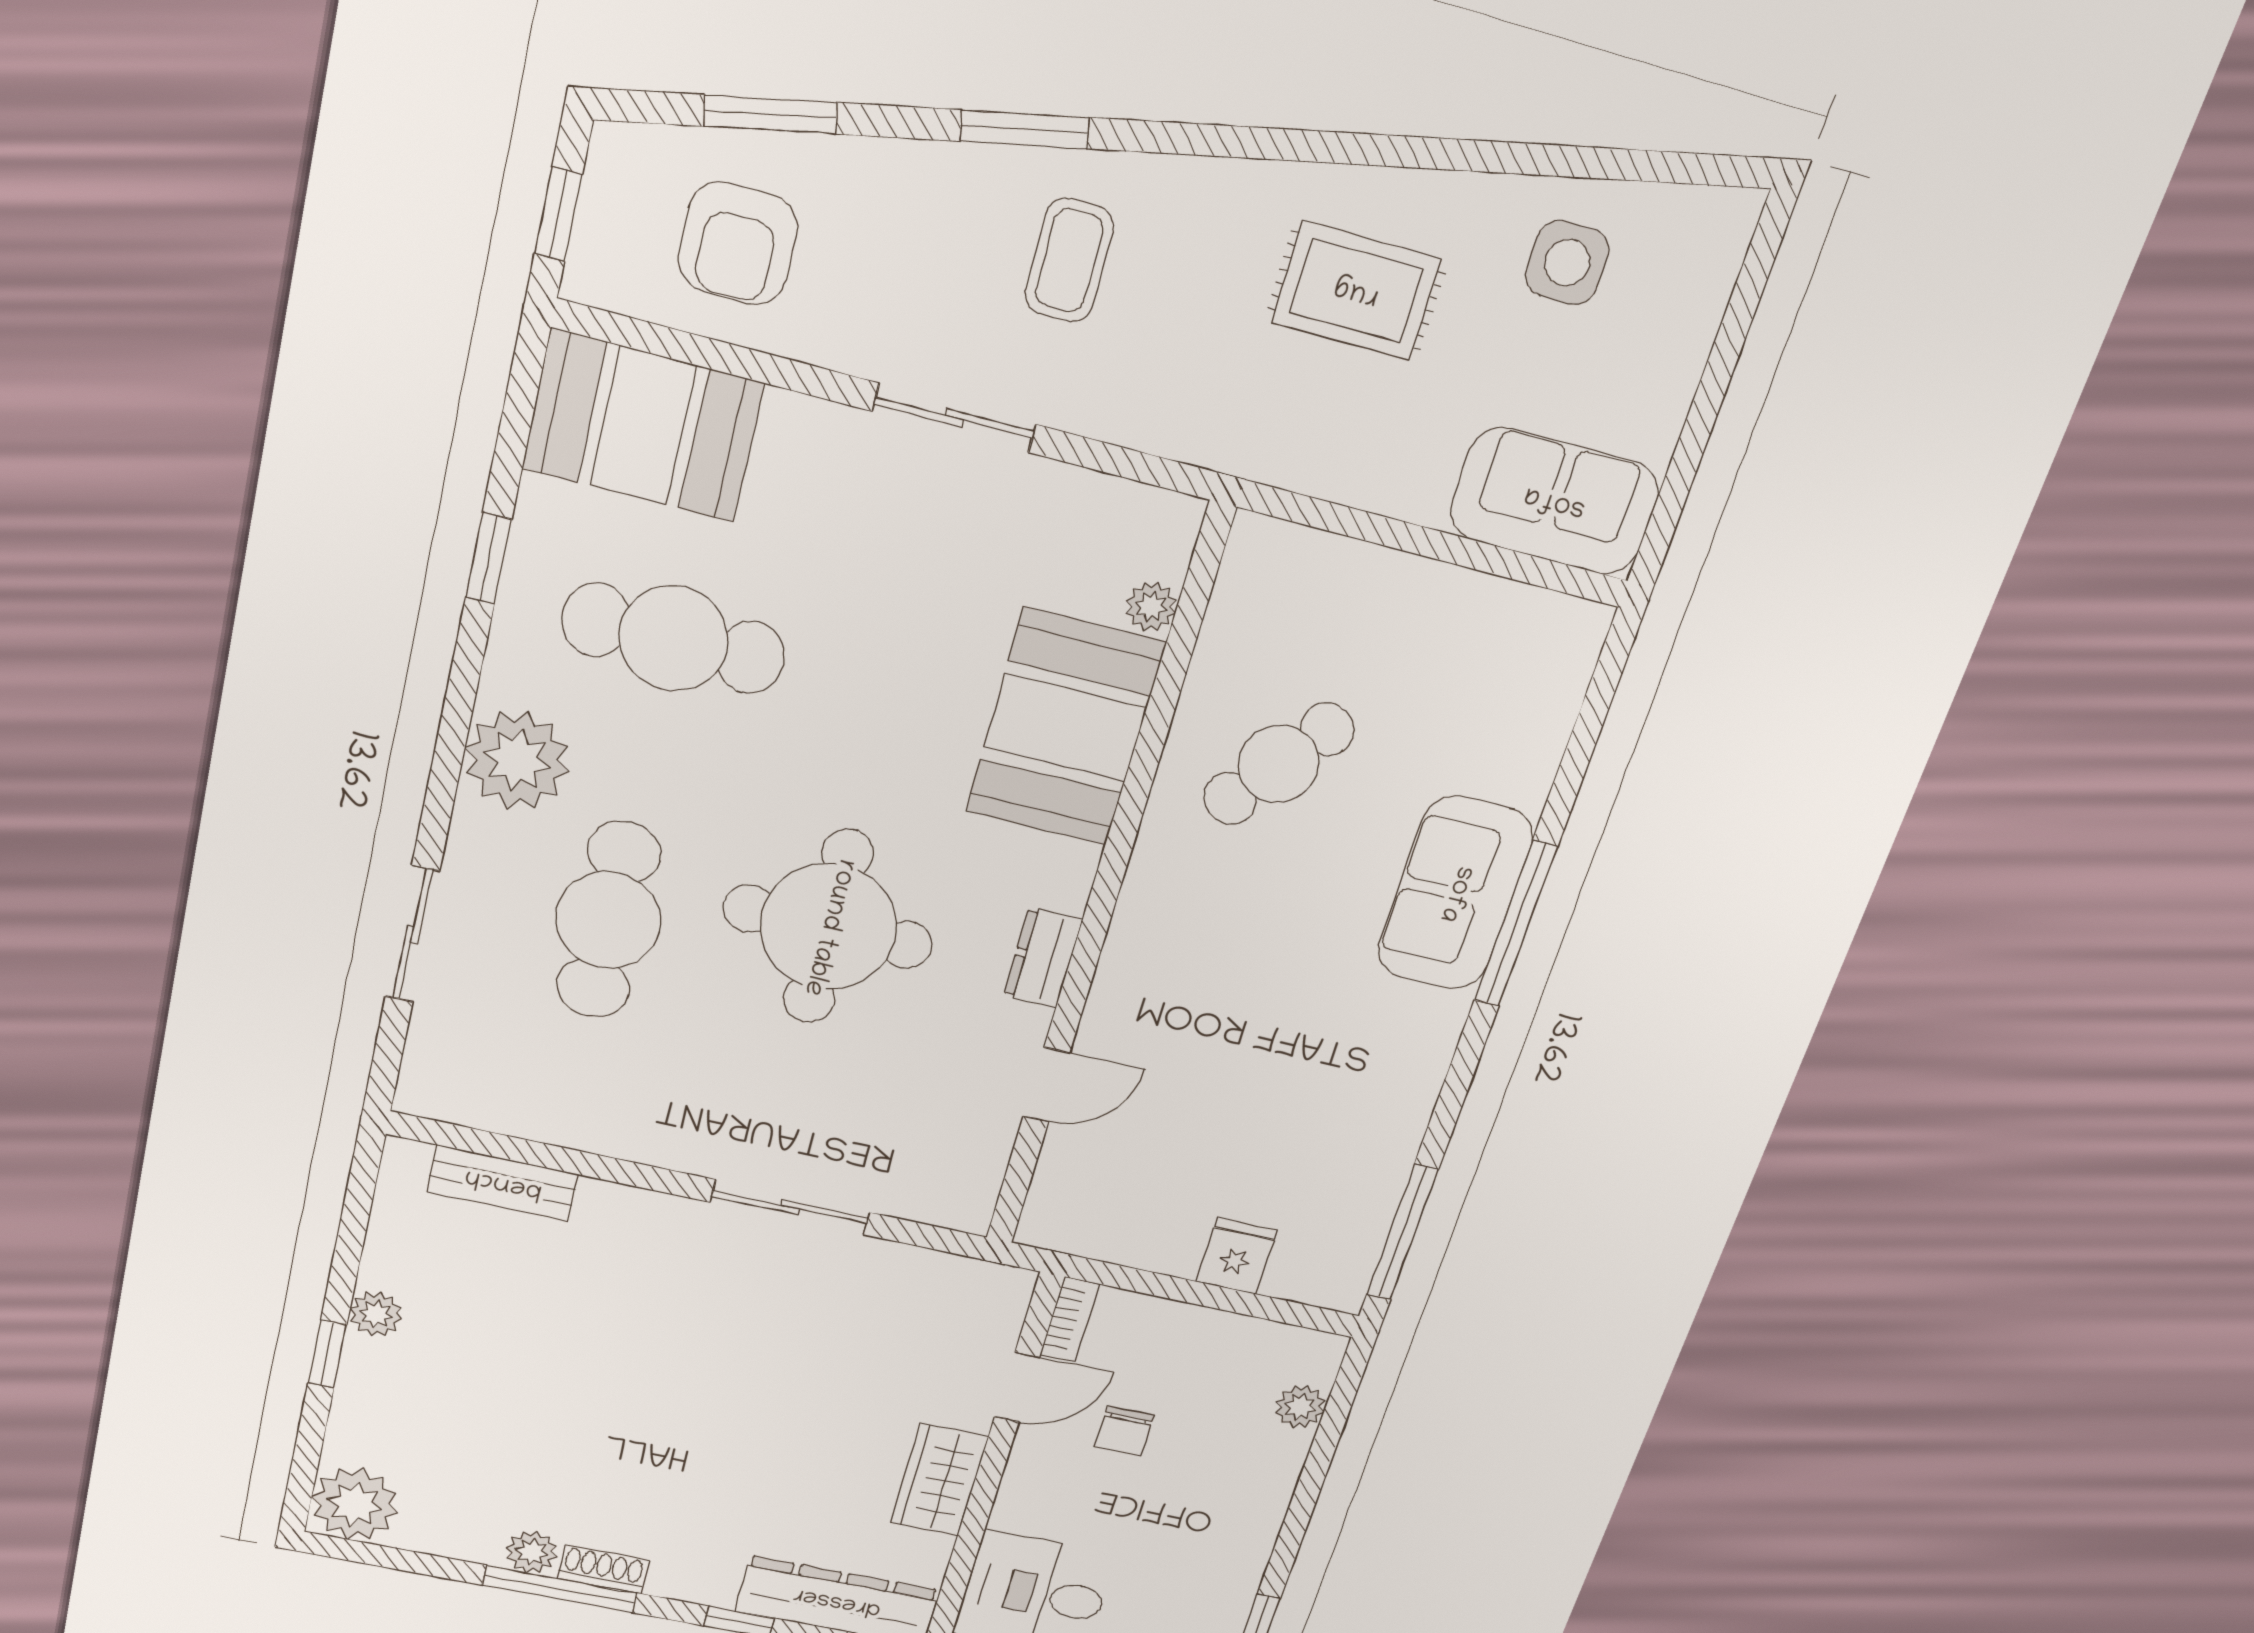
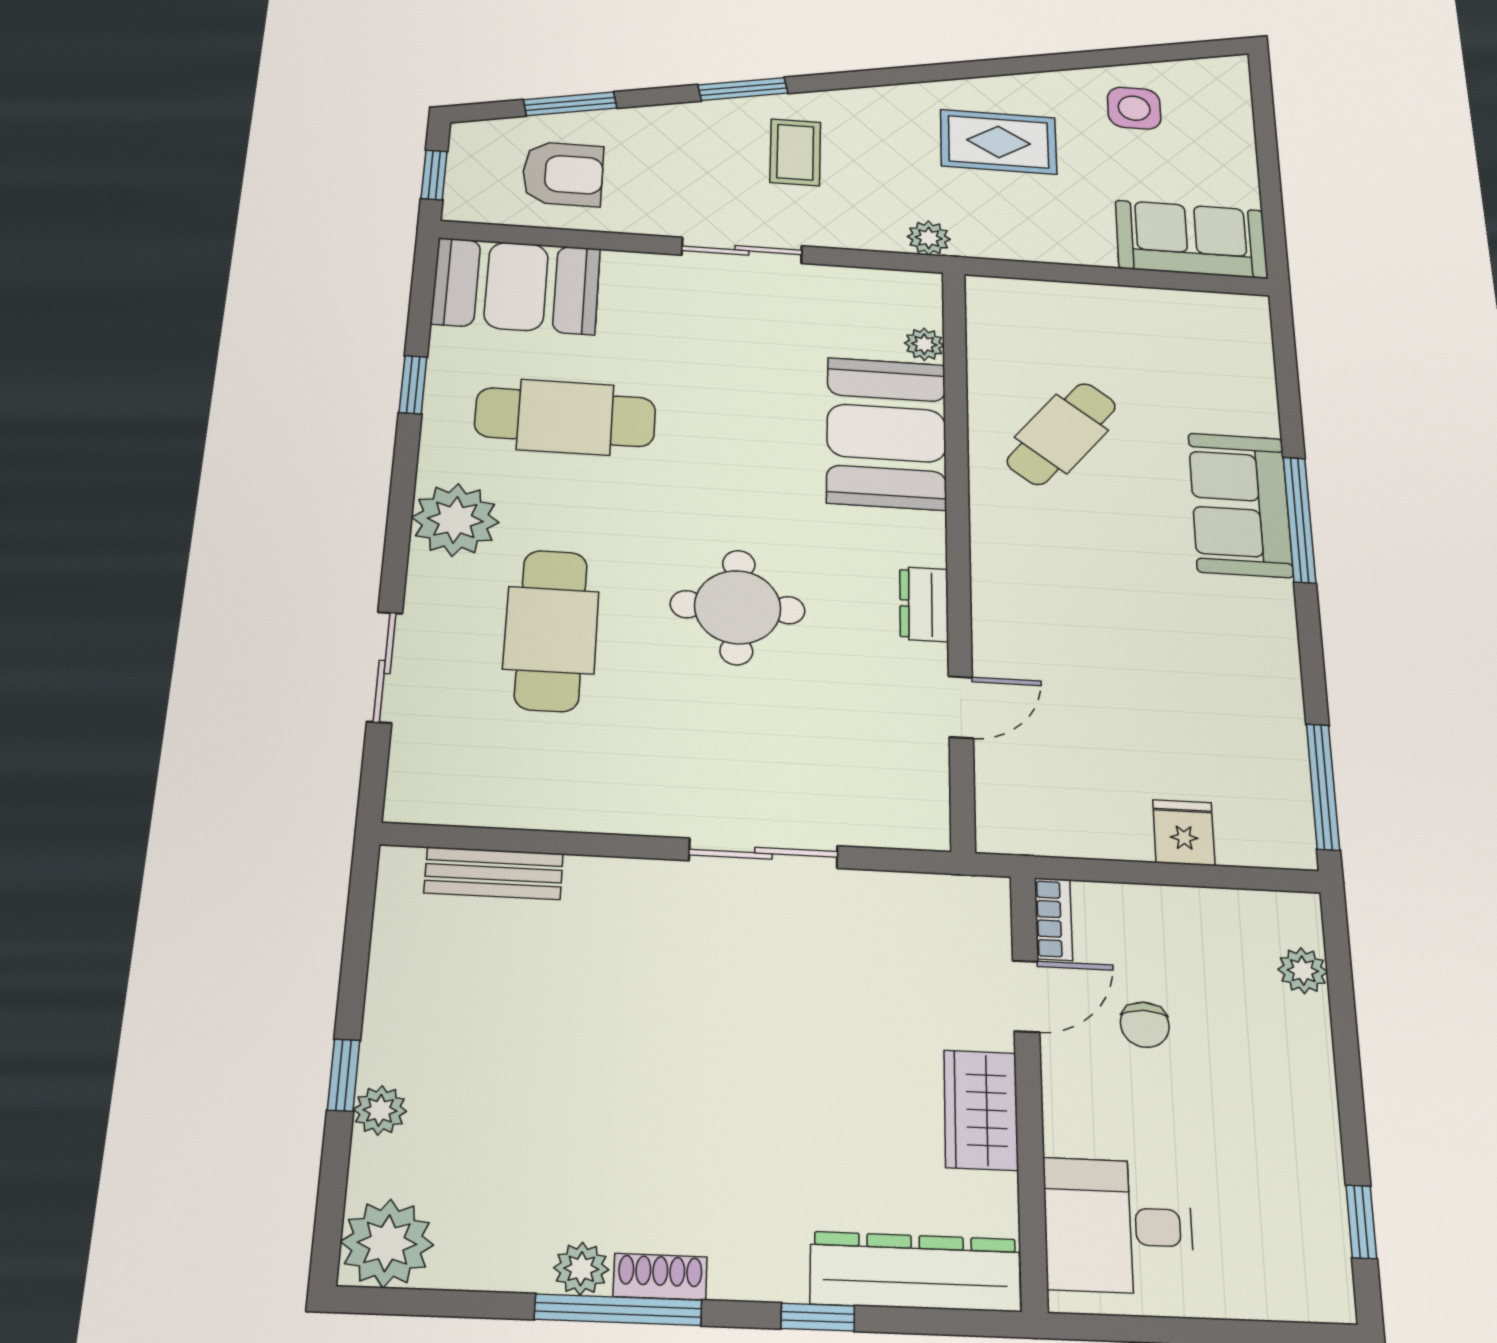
armchair: (738, 243) -> (563, 174), turned -90
plant: (1208, 440) -> (929, 238), added
round table: (828, 927) -> (738, 607), width x0.73, depth x0.73
plant: (376, 1314) -> (380, 1110), moved

